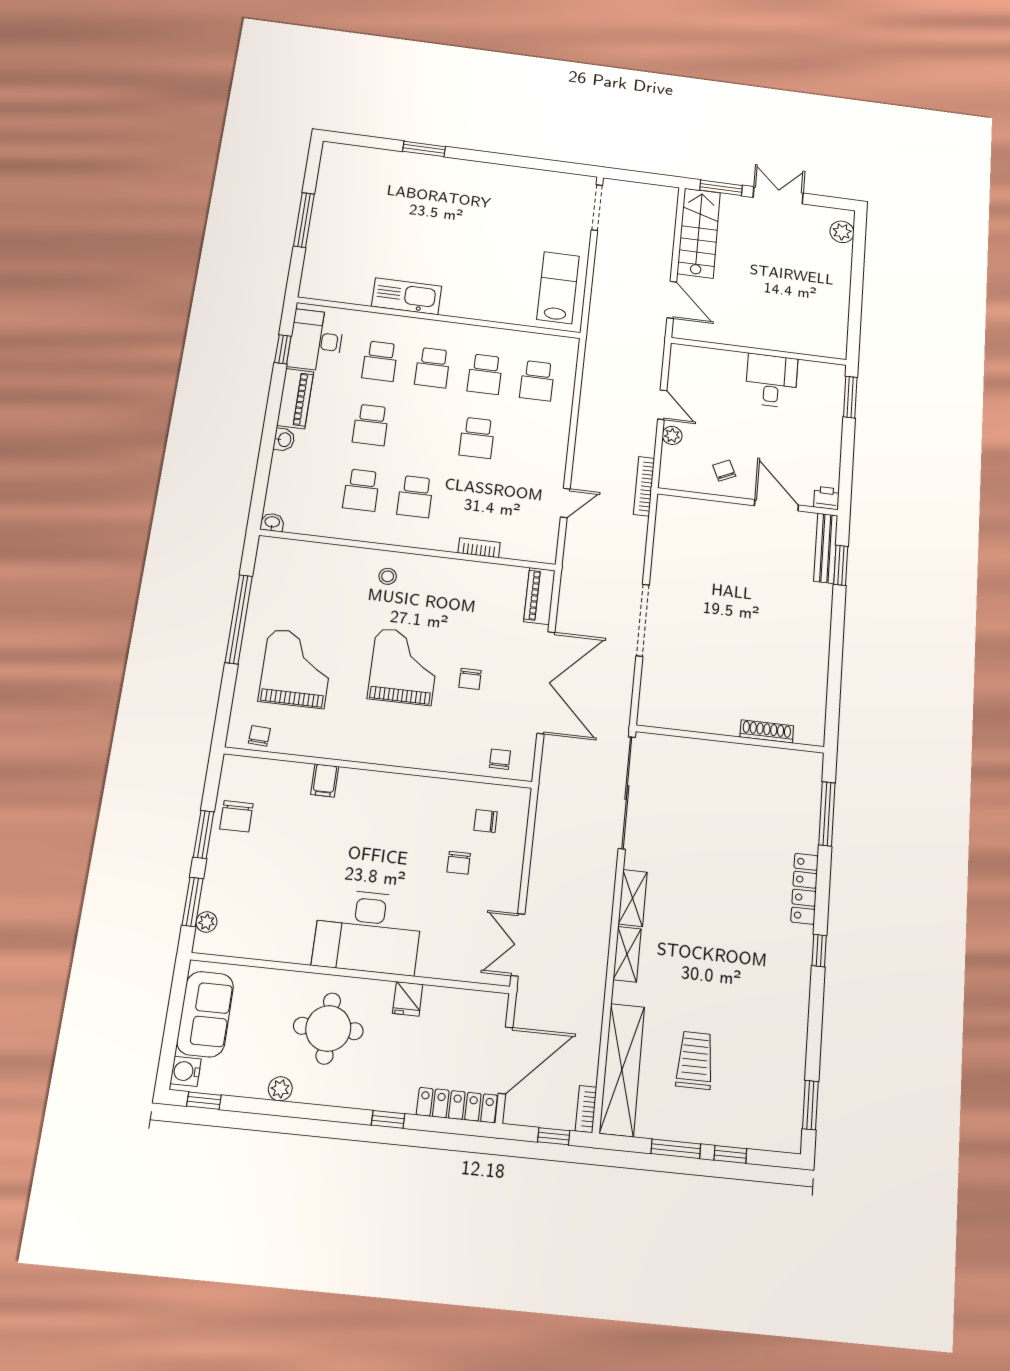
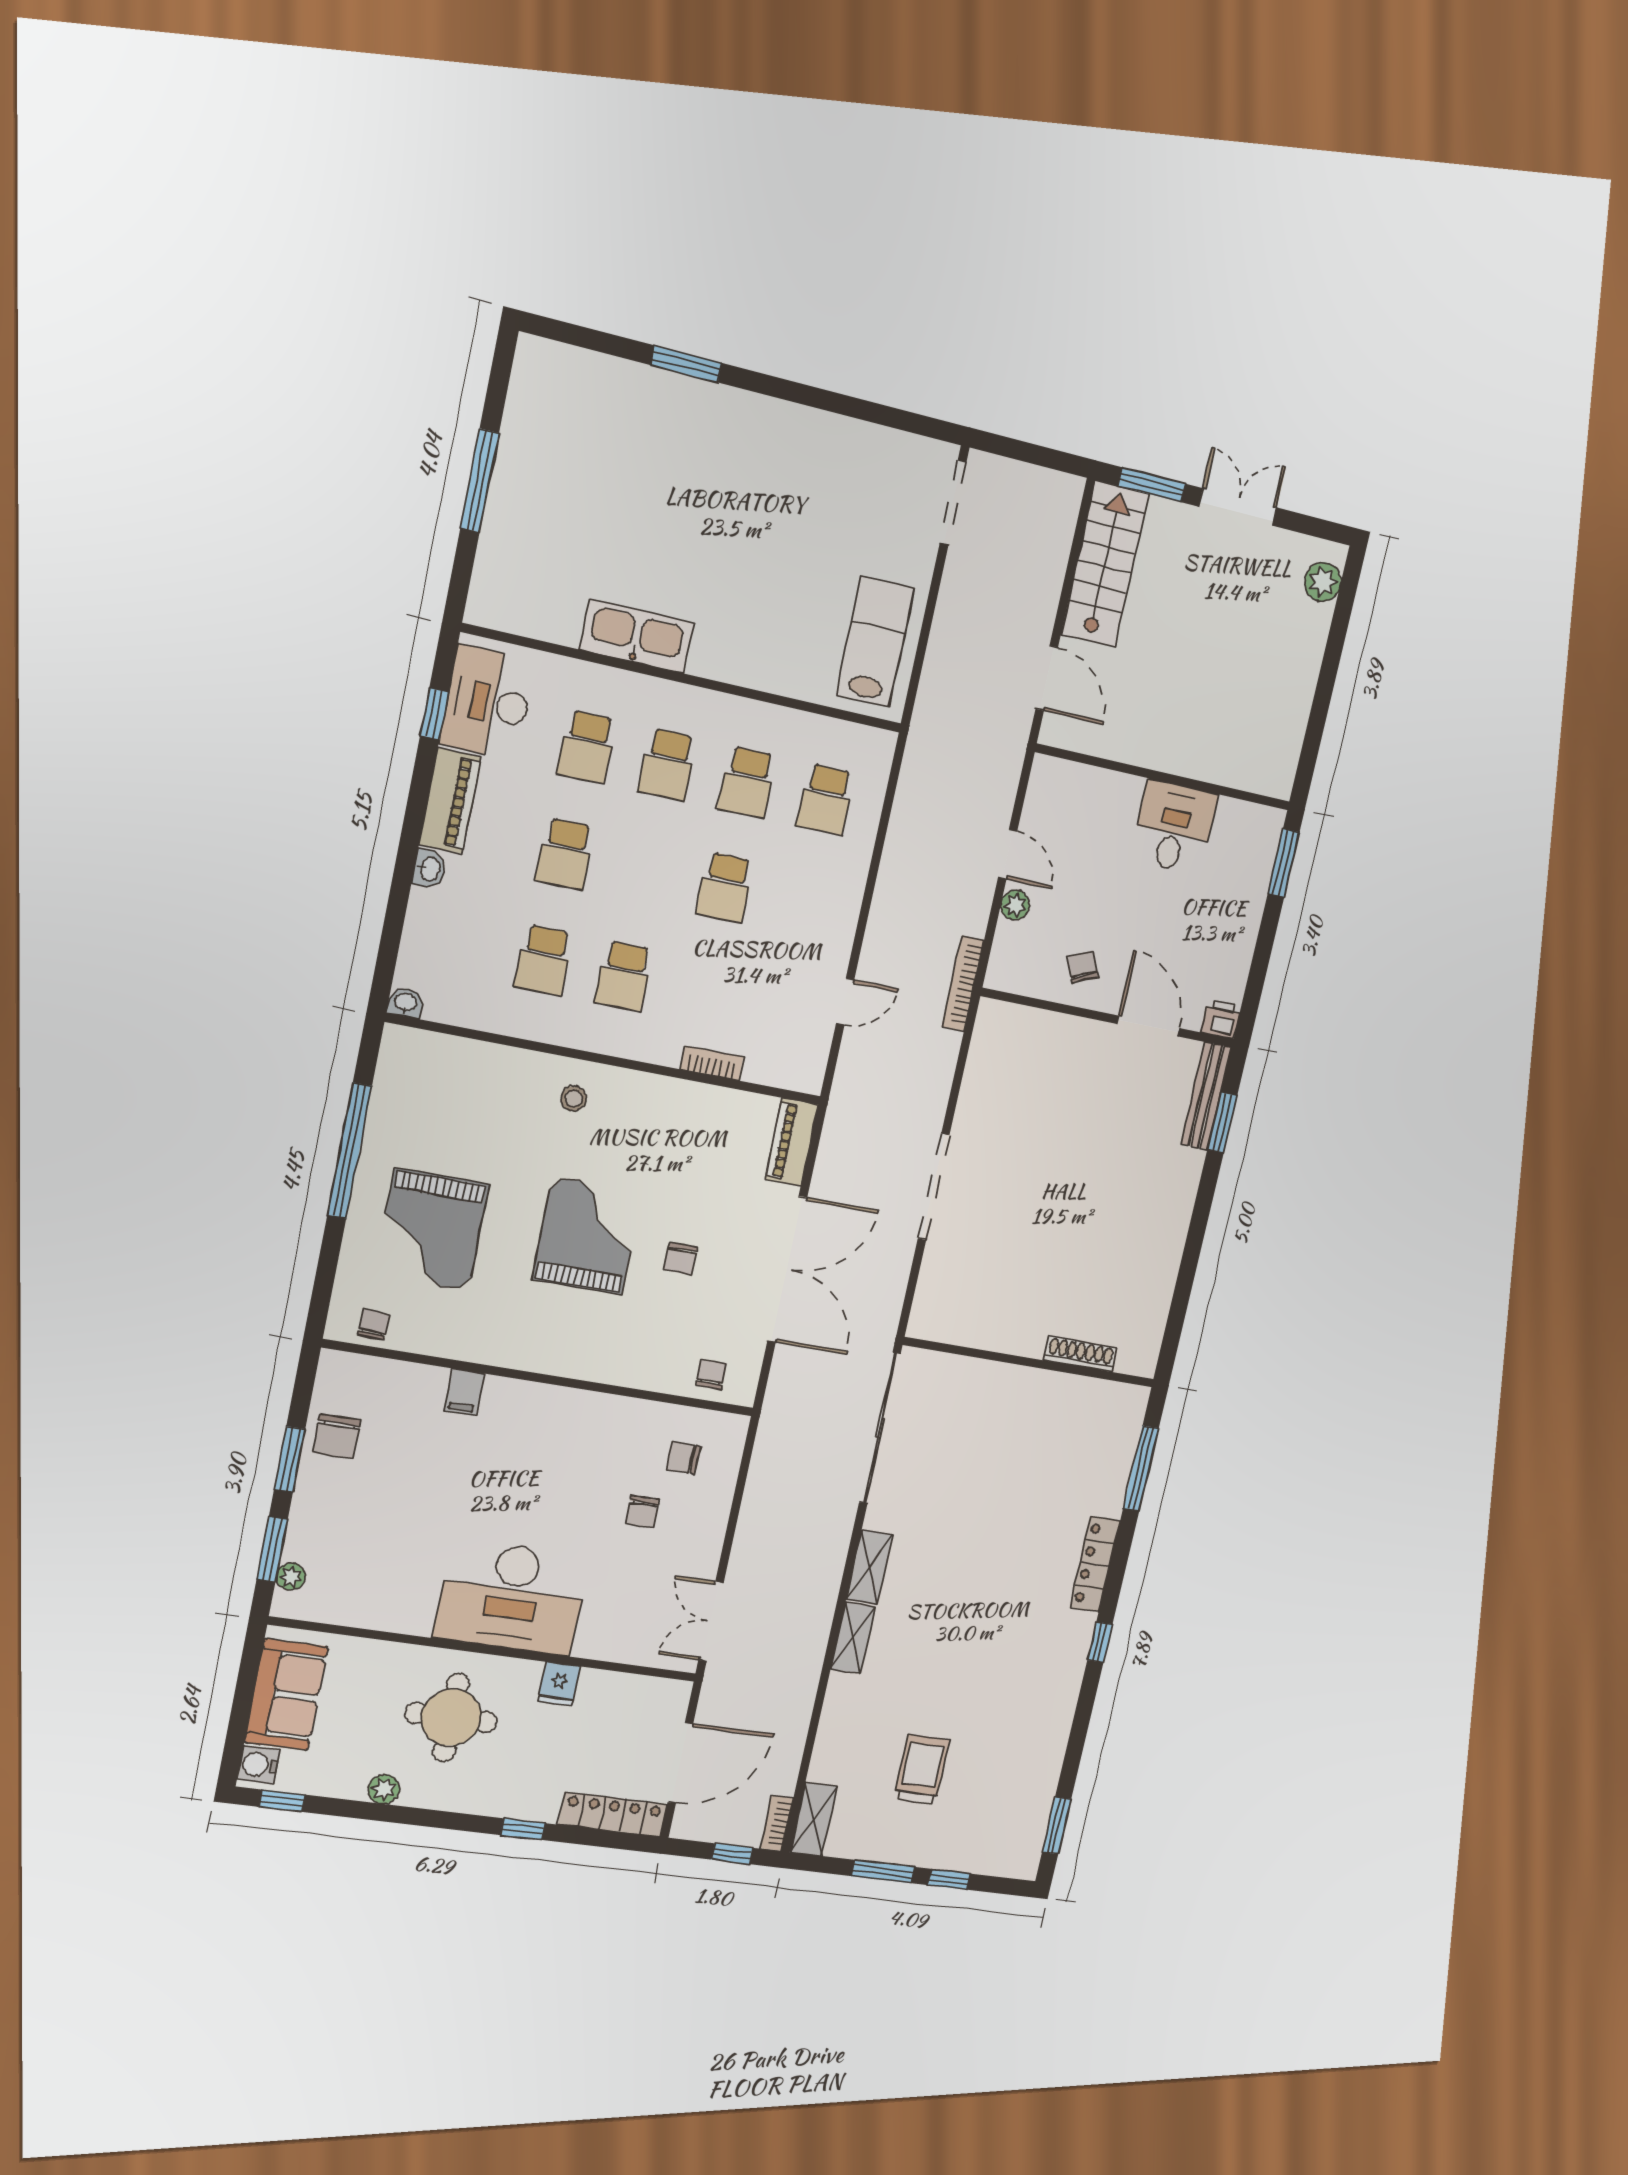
grand piano: (296, 669) -> (432, 1230), turned 180
shelving: (622, 1070) -> (813, 1819), width x0.45, depth x0.75

